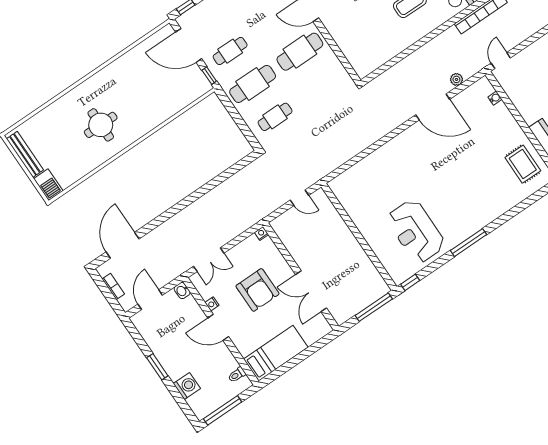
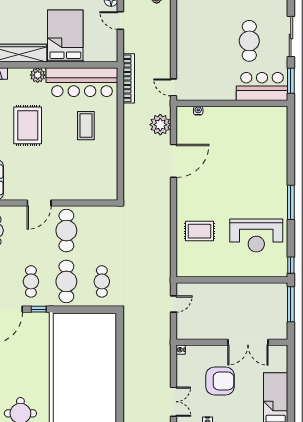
plant: (456, 79) -> (160, 125), width x1.88, depth x1.88
rug: (523, 164) -> (199, 231), moved

